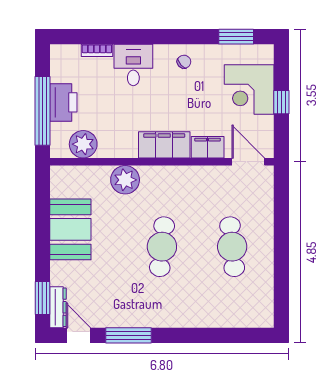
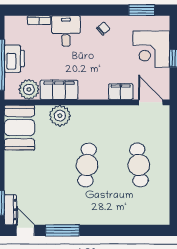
filing cabinet: (164, 145) -> (59, 90), moved
booth: (70, 229) -> (20, 128), moved

